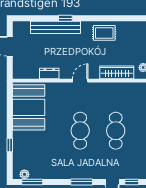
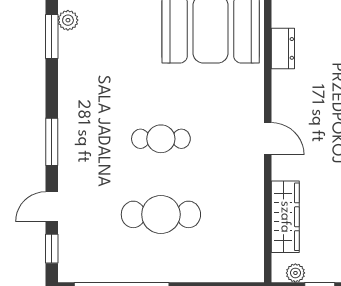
dresser: (49, 73) -> (283, 48), moved
cafe table: (80, 131) -> (161, 139), width x0.73, depth x0.74

